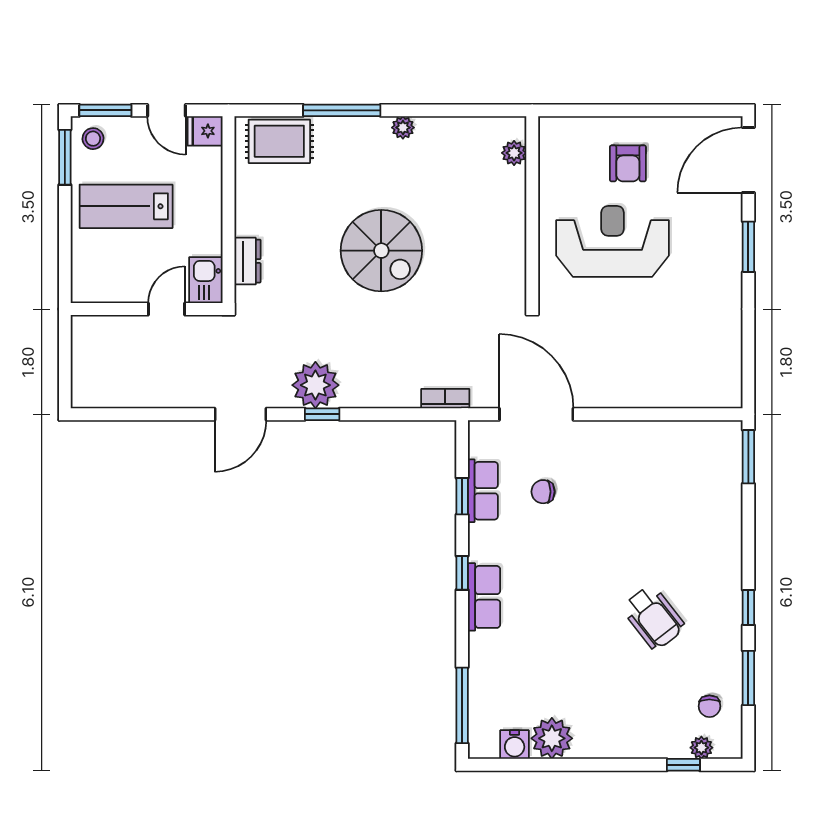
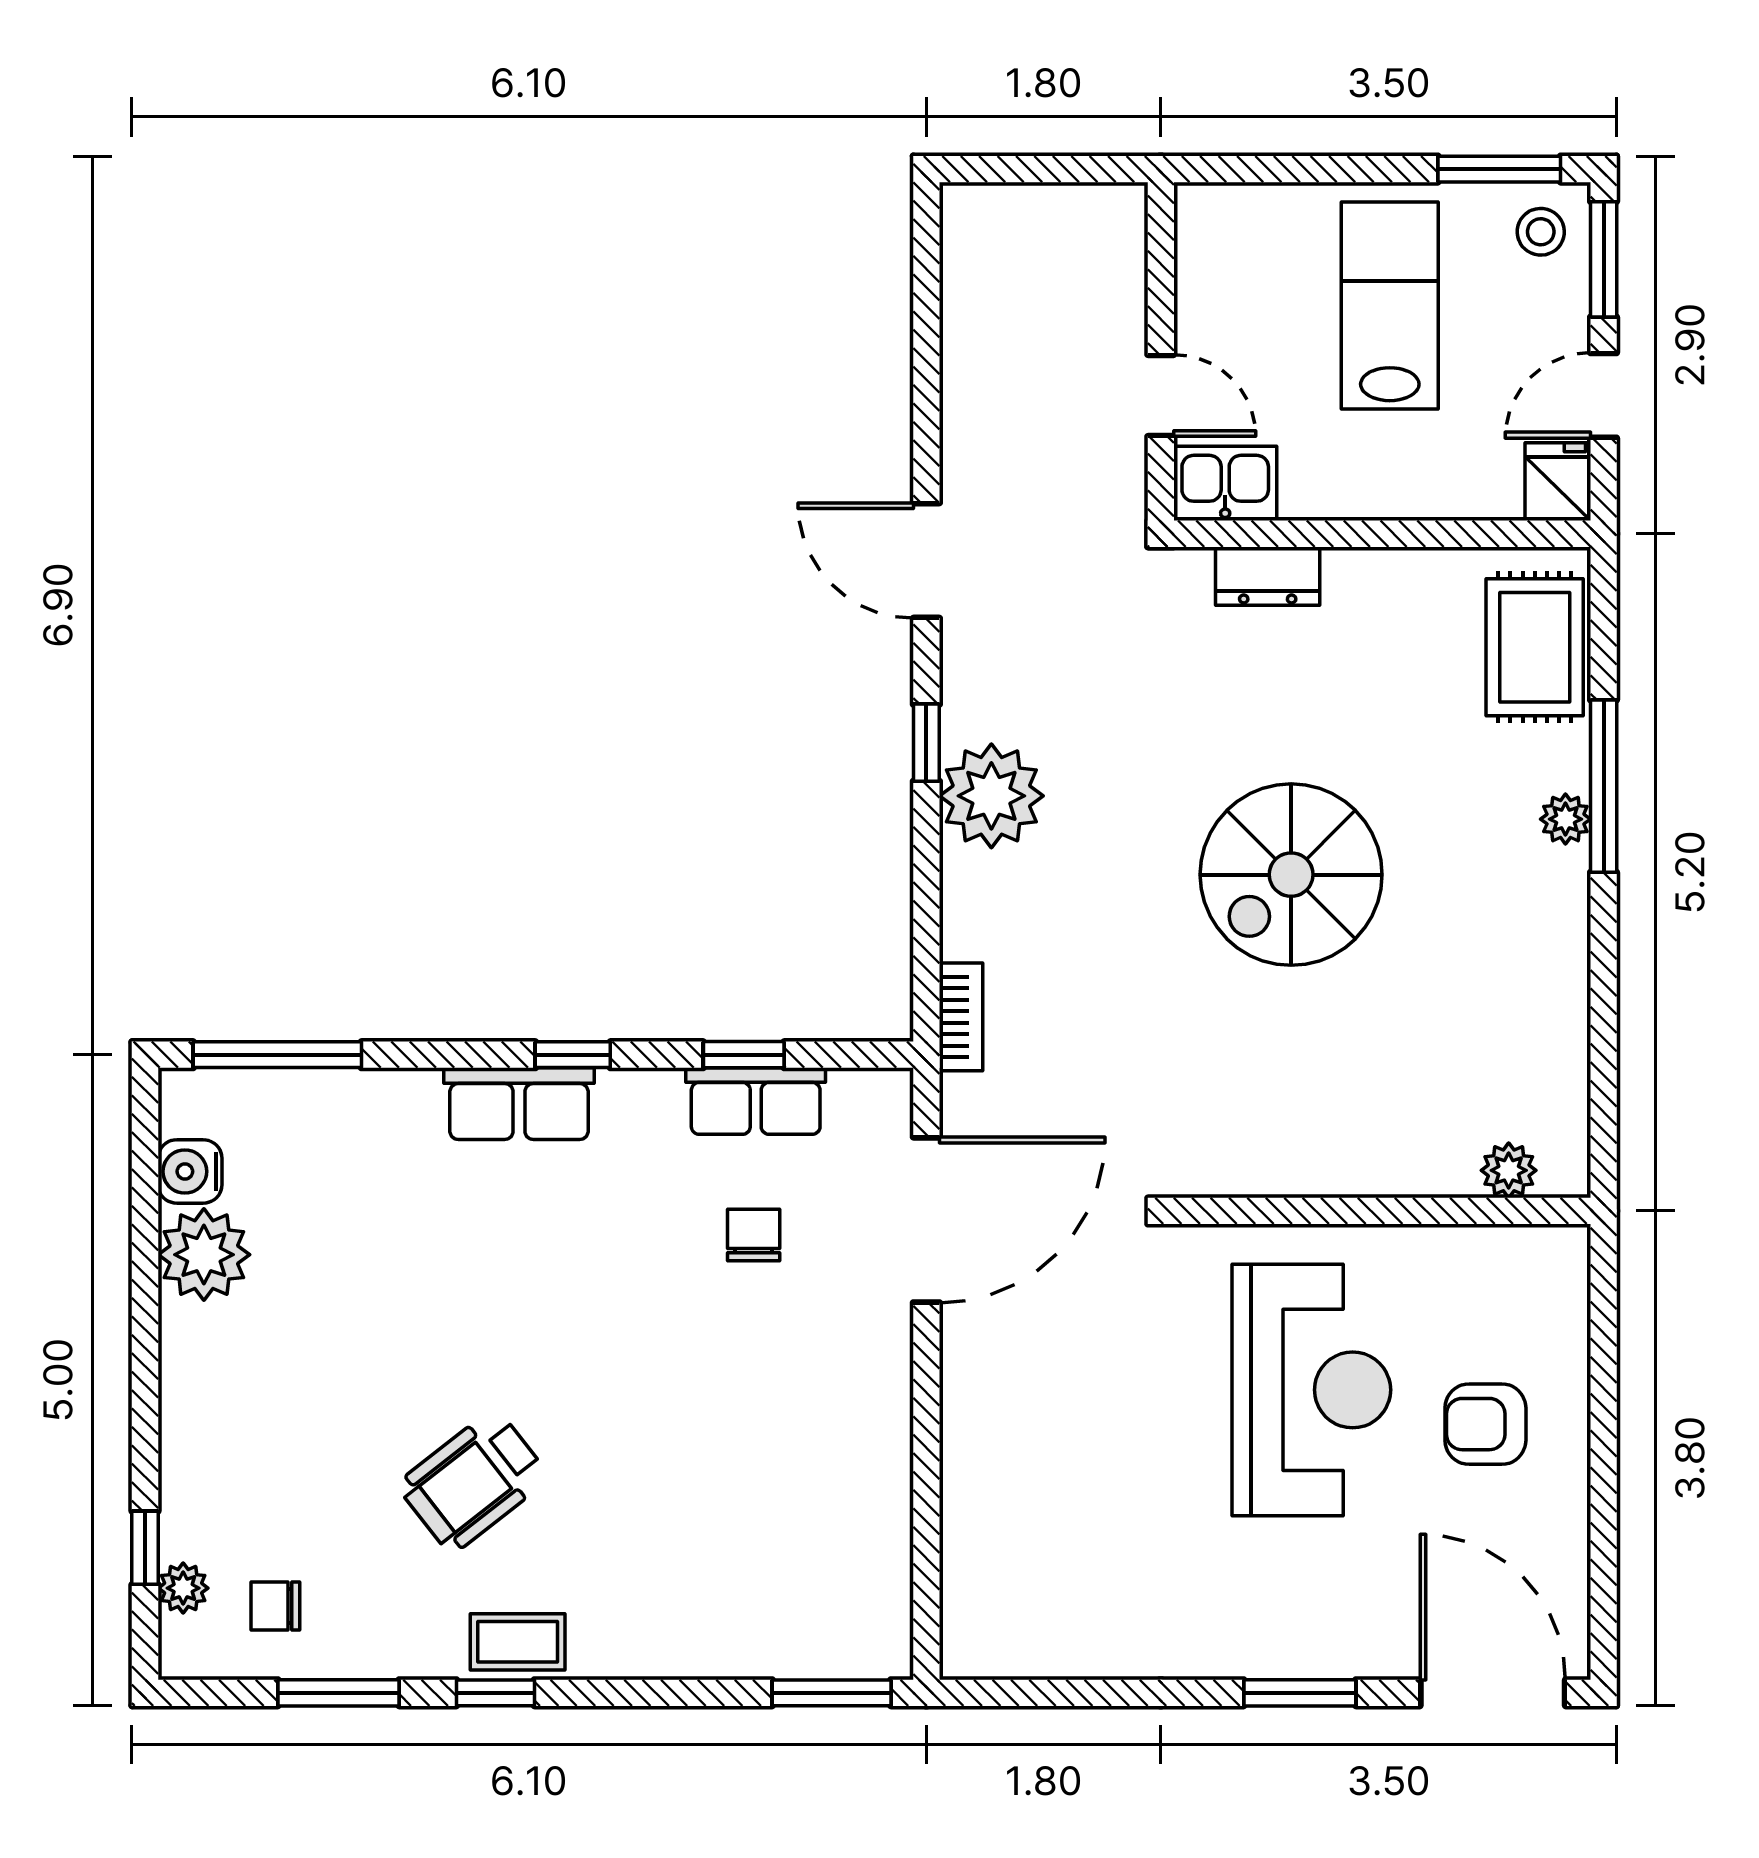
plant: (403, 128) -> (1565, 819), moved
plant: (315, 385) -> (991, 796), moved
coffee table: (726, 598) -> (518, 1642), added

